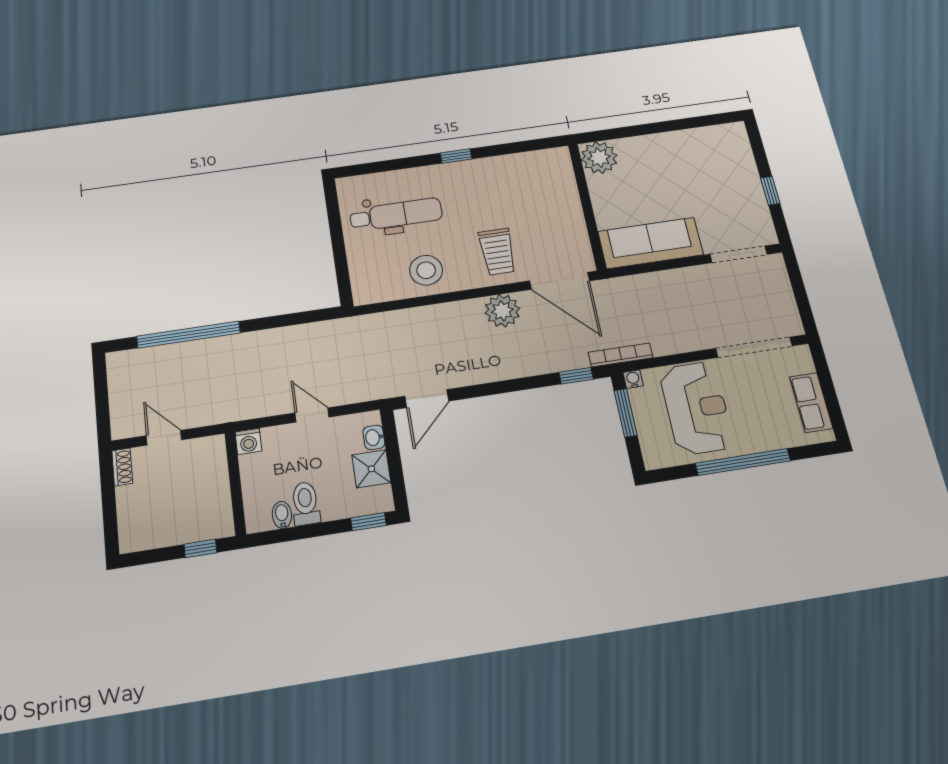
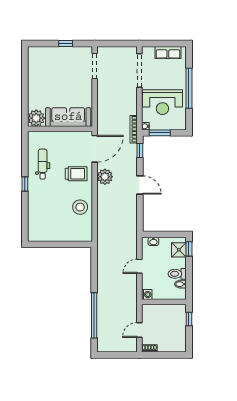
dental chair: (396, 214) -> (43, 164), moved, width x0.73, depth x0.72
sofa: (651, 243) -> (68, 117), moved, turned 90
door: (427, 399) -> (140, 185), moved
reception desk: (696, 408) -> (162, 102), turned 180
shower: (371, 469) -> (179, 250), moved

